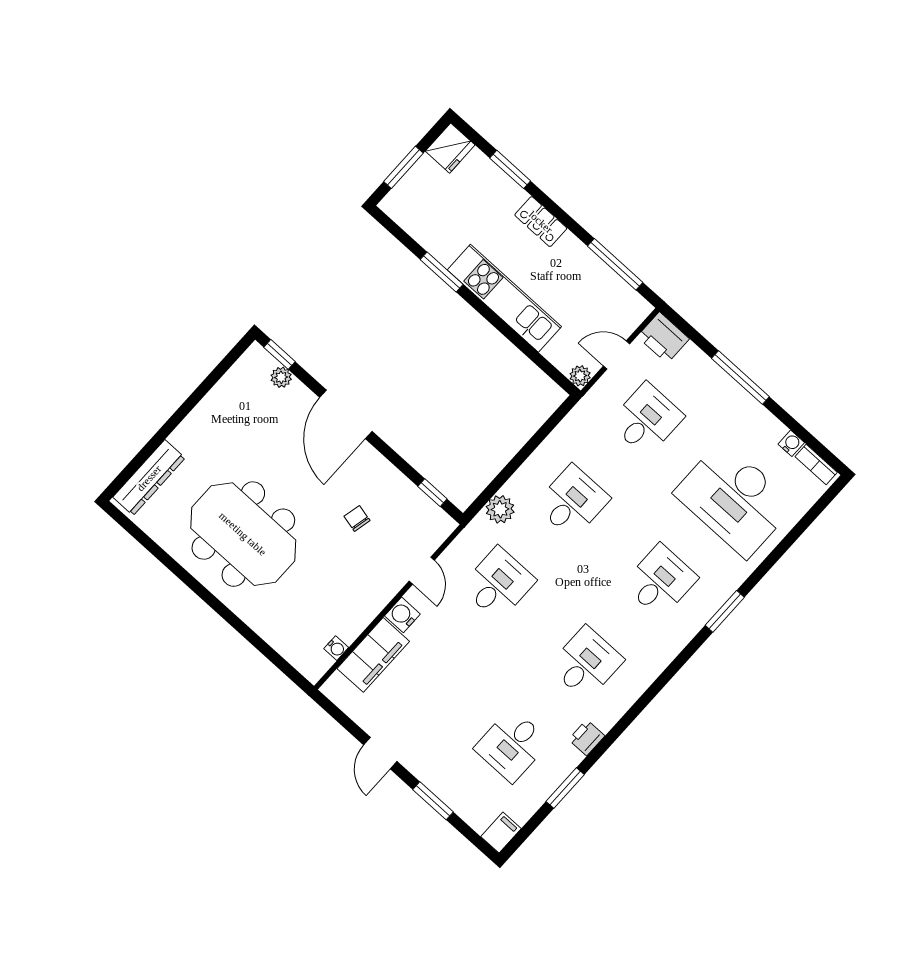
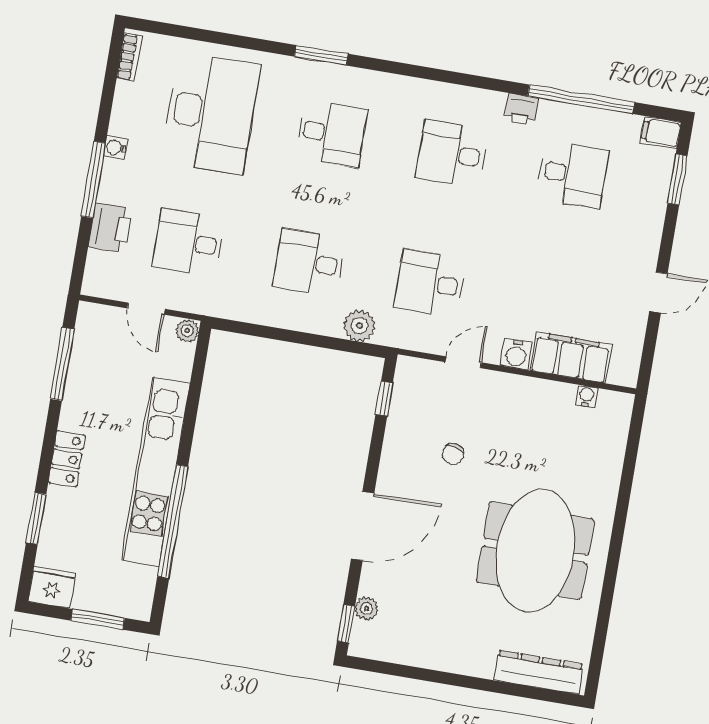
window: (442, 272) -> (173, 521), width x2.11
kitchen unit: (504, 298) -> (156, 472), width x1.36
printer: (663, 338) -> (110, 228), moved
water cooler: (791, 443) -> (115, 148), moved
desk: (660, 581) -> (331, 133), turned 180
window: (565, 788) -> (581, 99), width x2.11
window: (433, 801) -> (677, 179), moved

